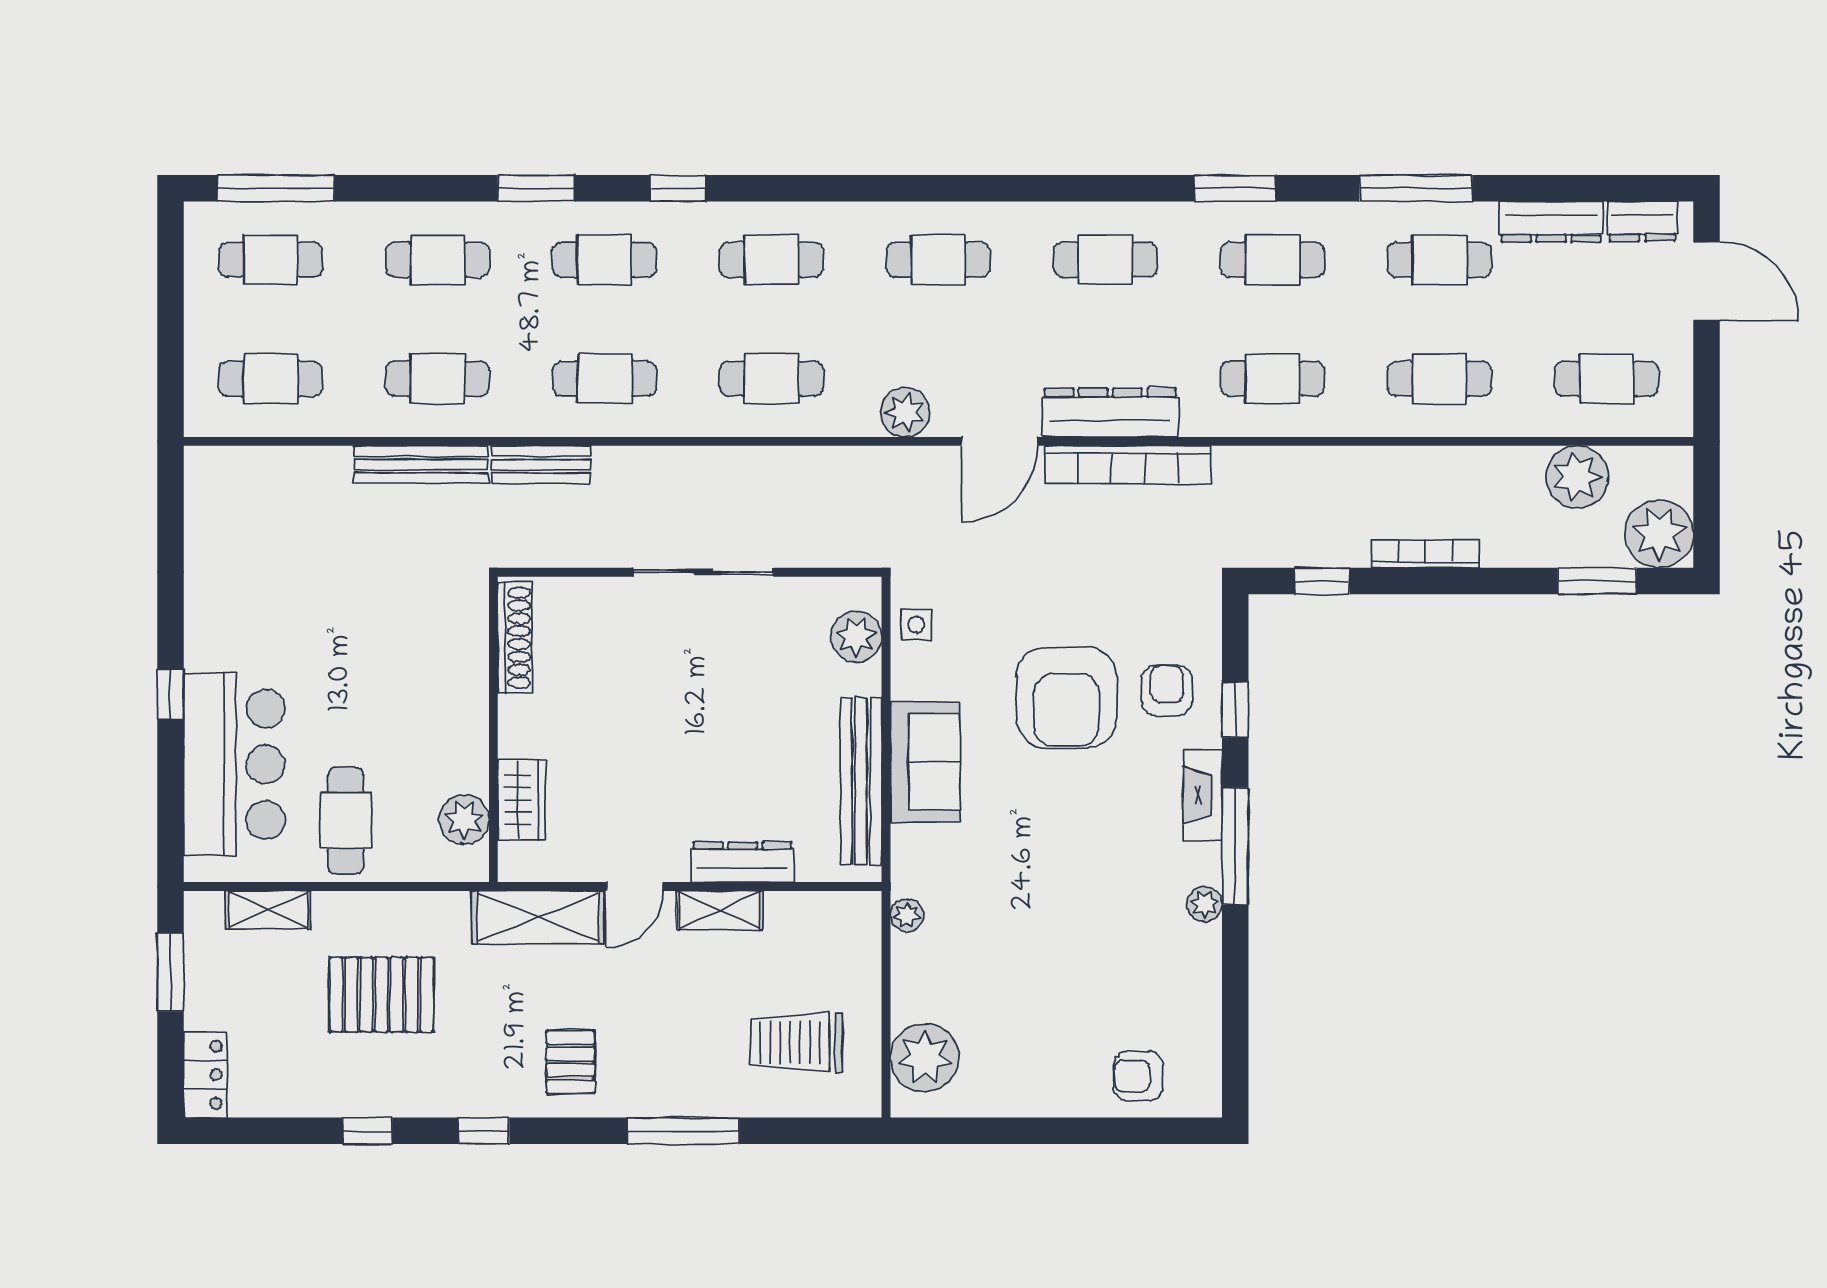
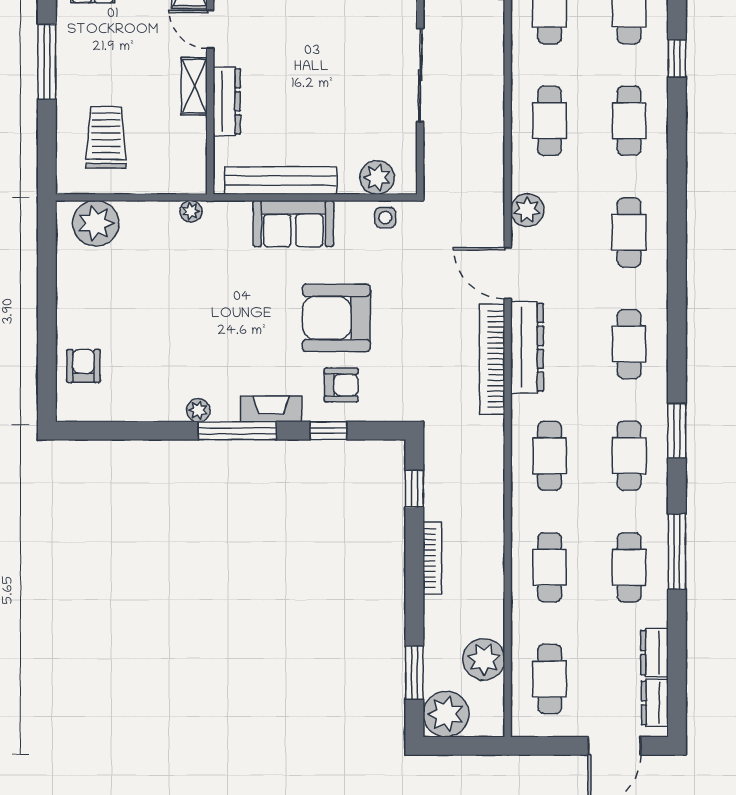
dresser: (1551, 222) -> (654, 653), width x0.70

